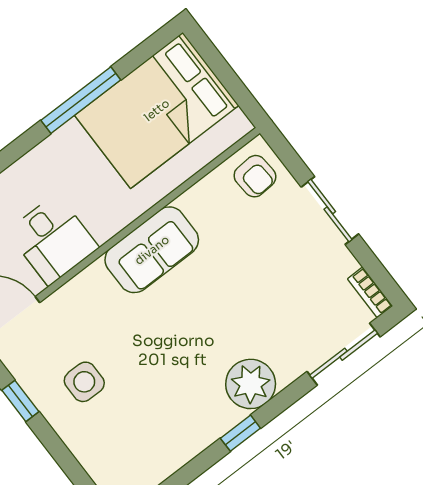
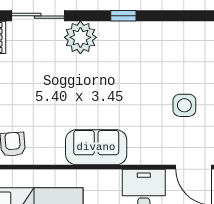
plant: (251, 384) -> (80, 37), moved

